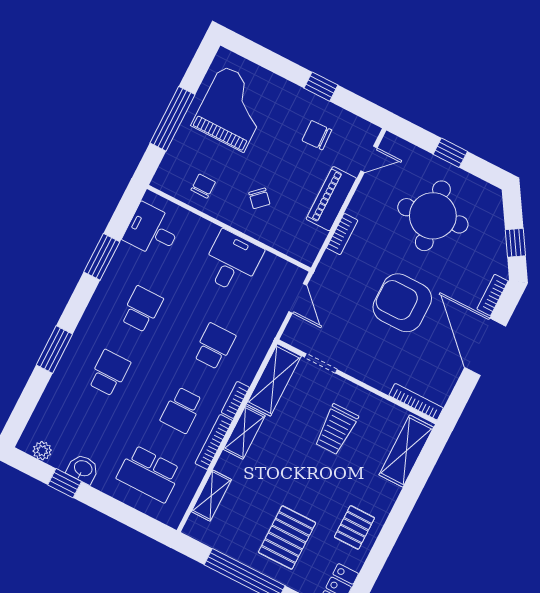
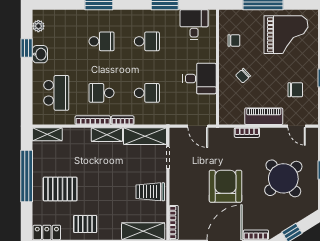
chair: (317, 135) -> (295, 90), turned 92
round table: (433, 216) -> (283, 178), turned -33
door: (298, 298) -> (198, 126), hinge flipped
trolley: (336, 429) -> (150, 192), moved
school desk: (149, 474) -> (56, 93), turned 180
shelving: (211, 496) -> (47, 134), moved

